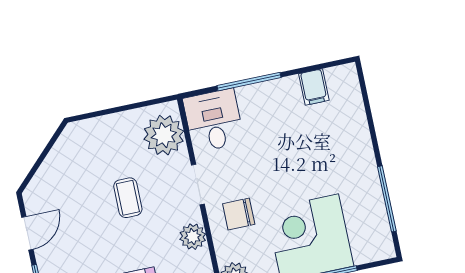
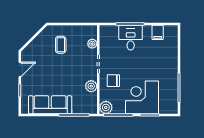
desk: (214, 121) -> (131, 38), moved
plant: (164, 135) -> (92, 44), width x0.53, depth x0.53
coffee table: (128, 198) -> (61, 45), moved

